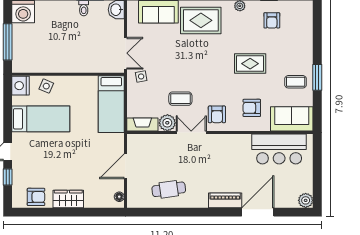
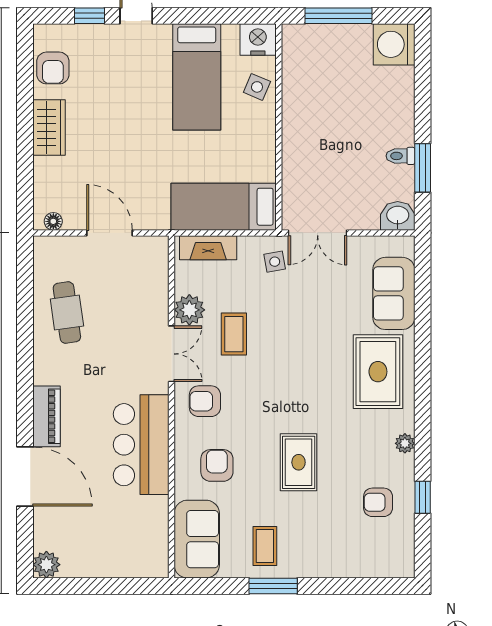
fireplace: (142, 124) -> (208, 248), moved, turned 90
bar counter: (279, 149) -> (141, 445), moved

